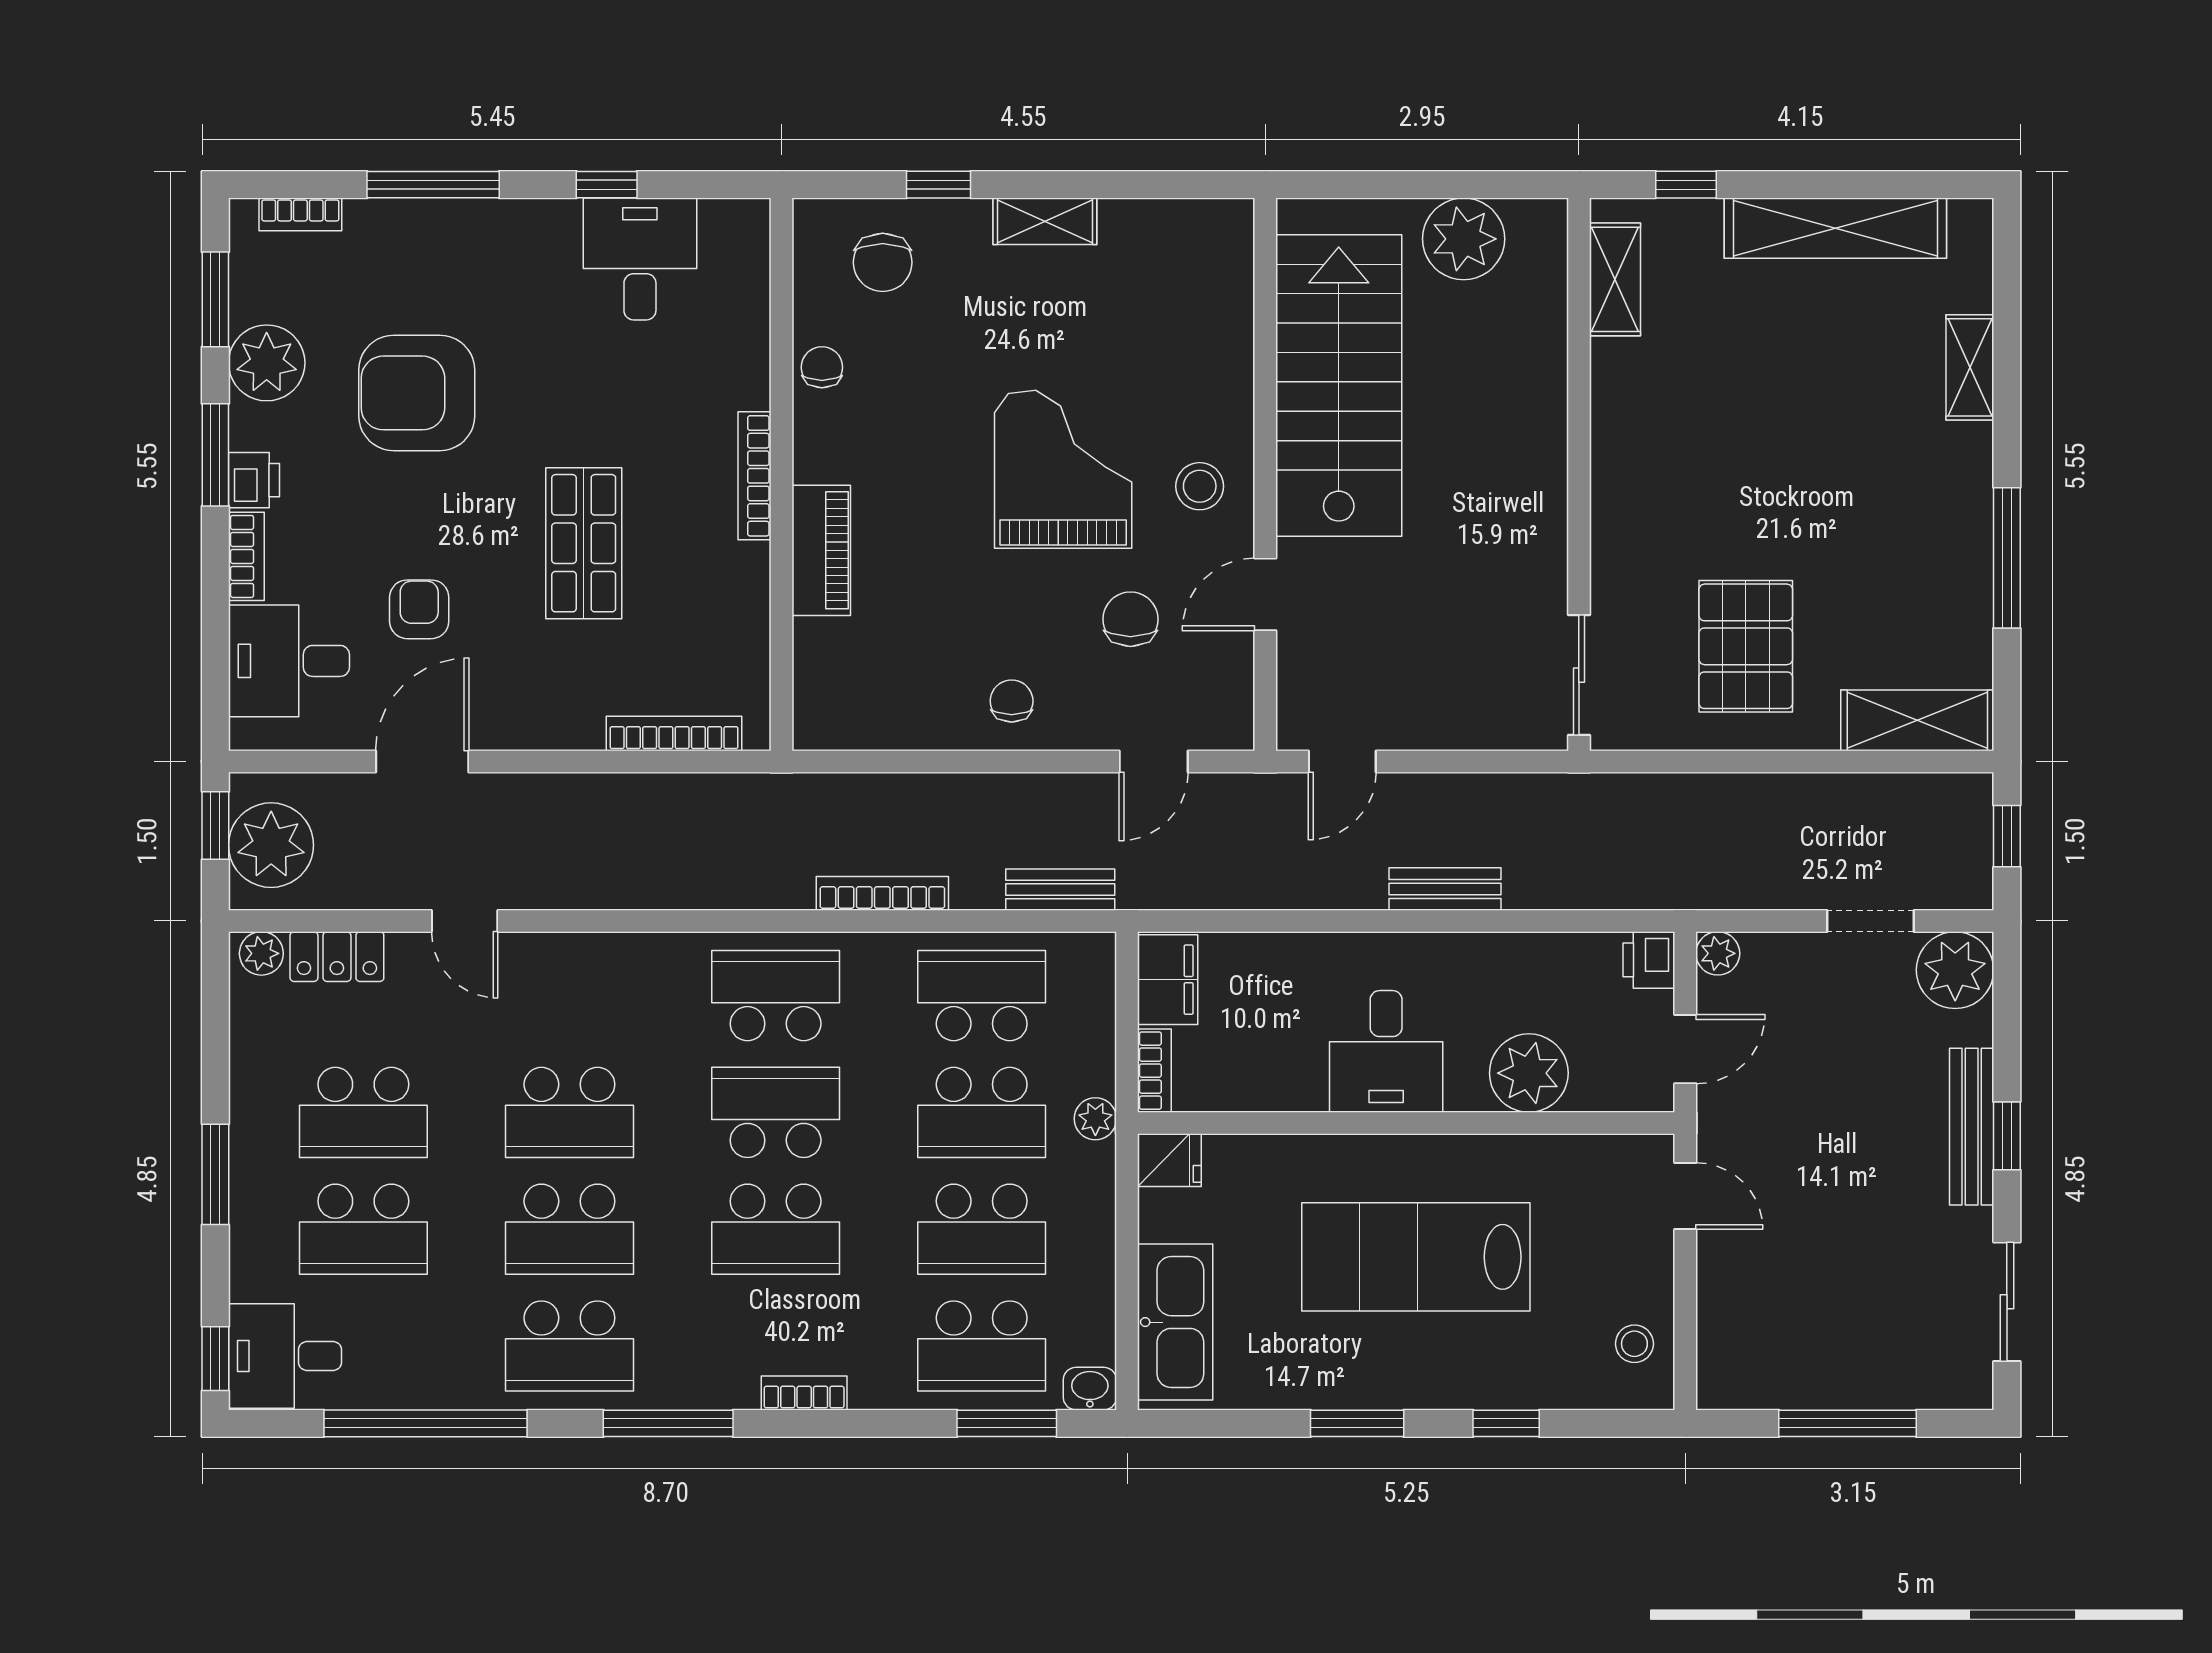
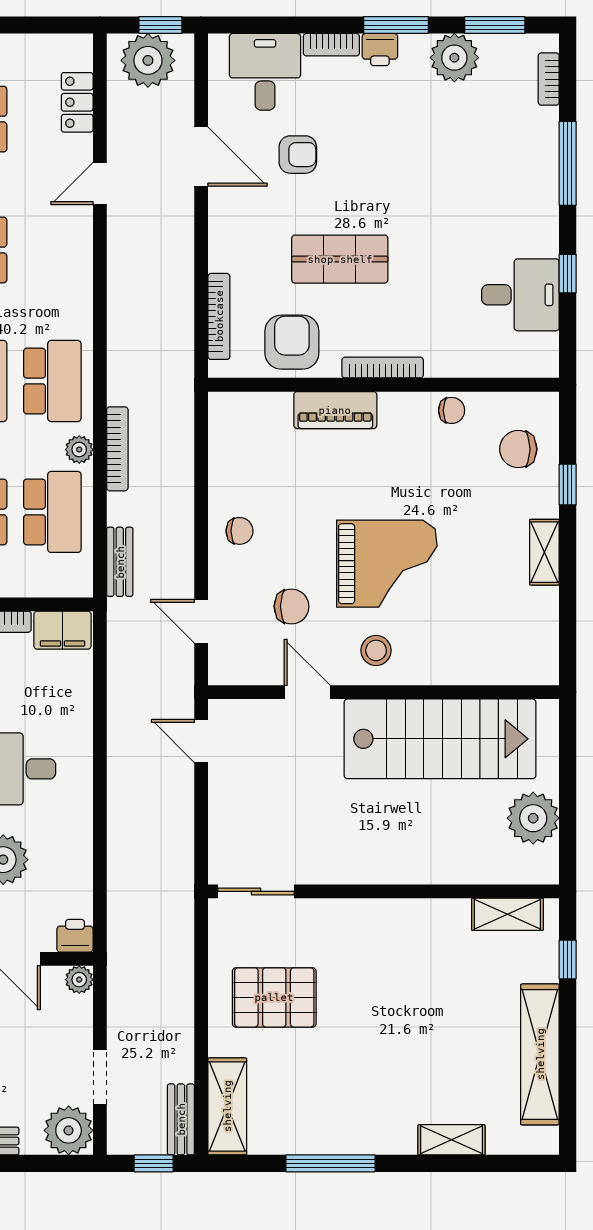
armchair: (417, 393) -> (292, 342), moved, width x0.73, depth x0.73
bench: (1445, 889) -> (181, 1119), moved
plant: (261, 953) -> (79, 450), moved

